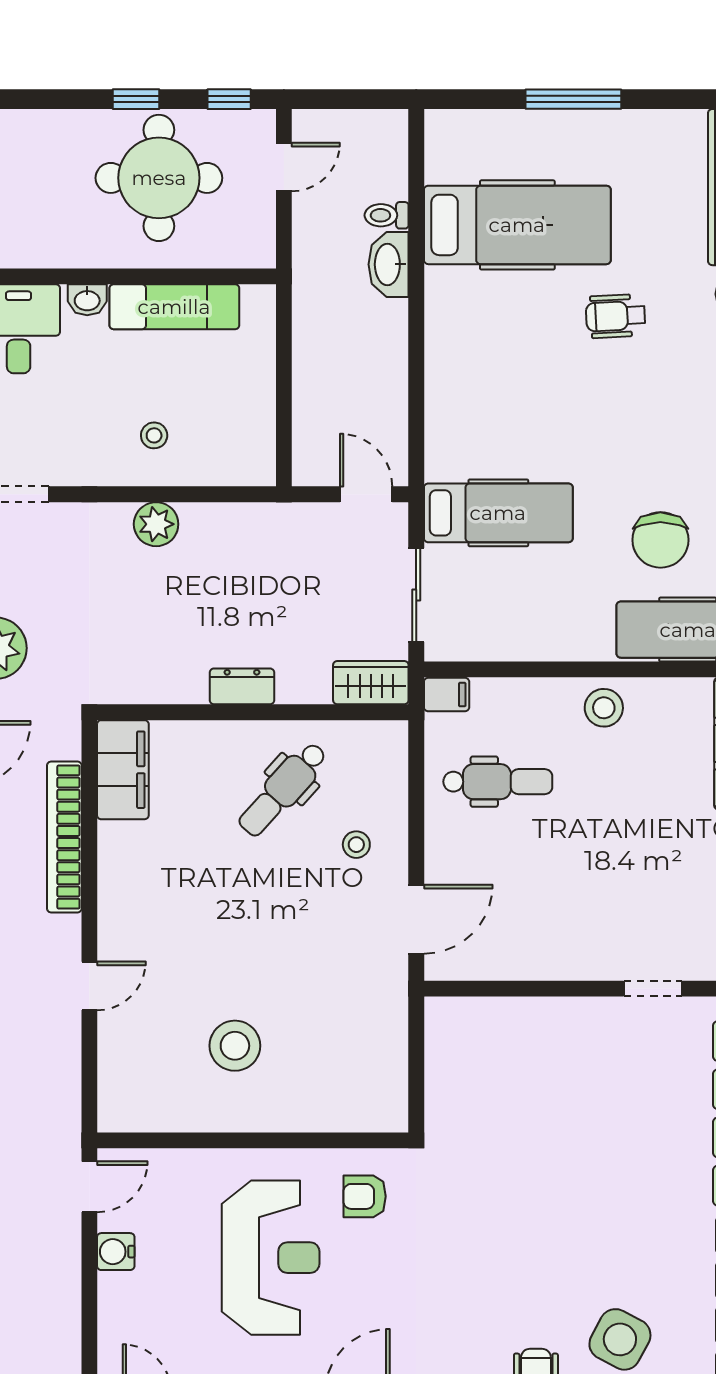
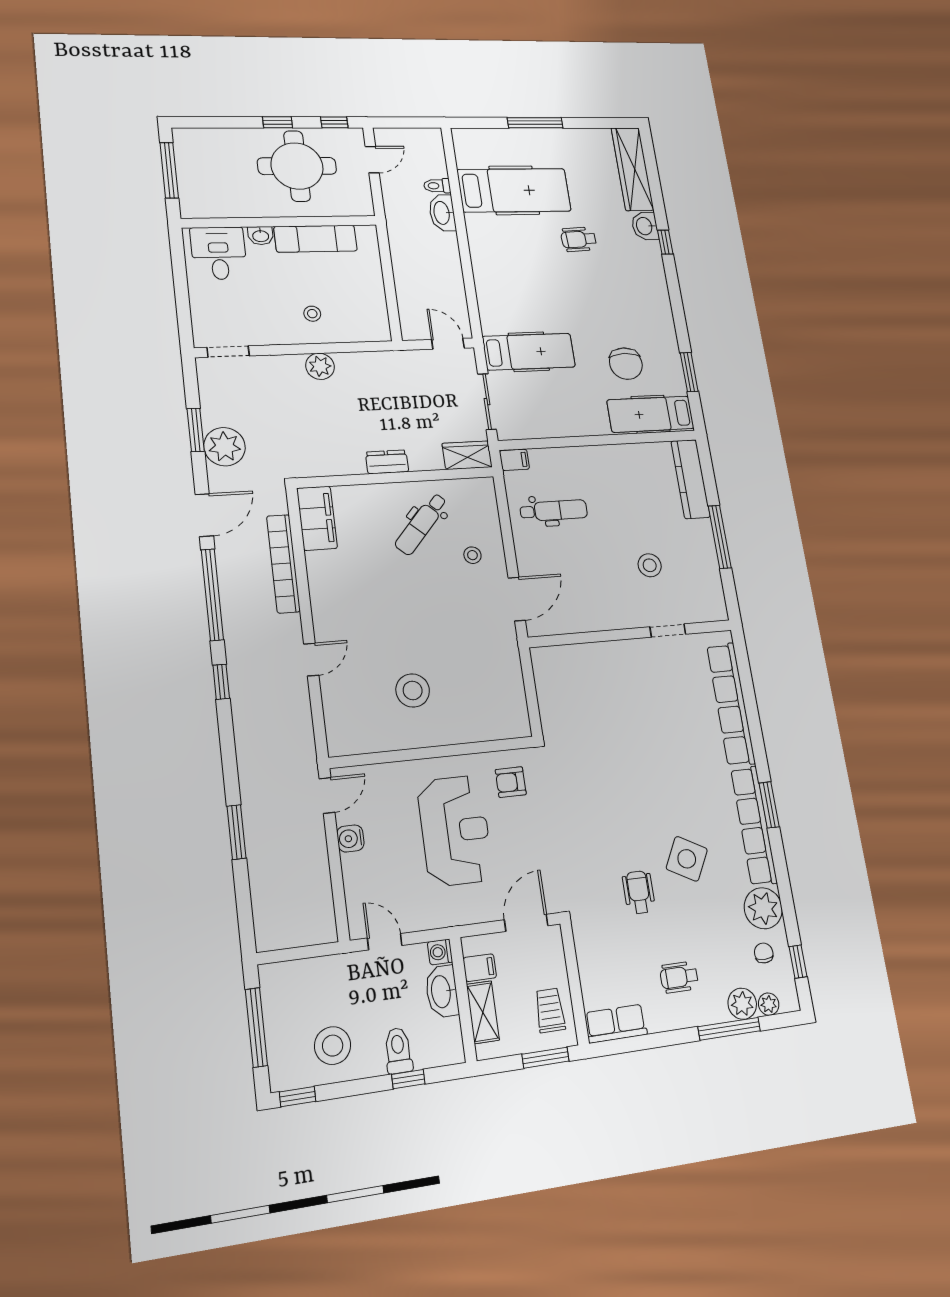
stool: (604, 708) -> (650, 565), moved

